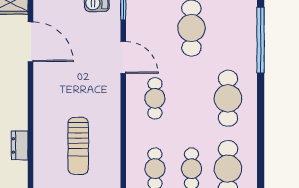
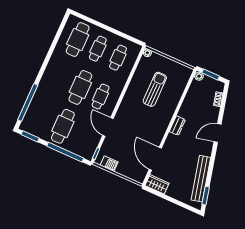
cafe table: (228, 98) -> (80, 87), moved
dresser: (20, 145) -> (177, 126), moved

